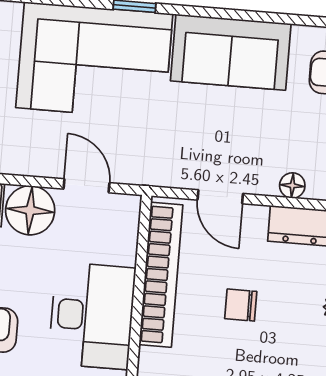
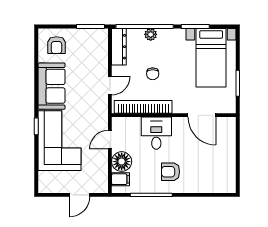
floor lamp: (292, 186) -> (103, 57), removed
desk: (92, 316) -> (156, 133), width x0.73

